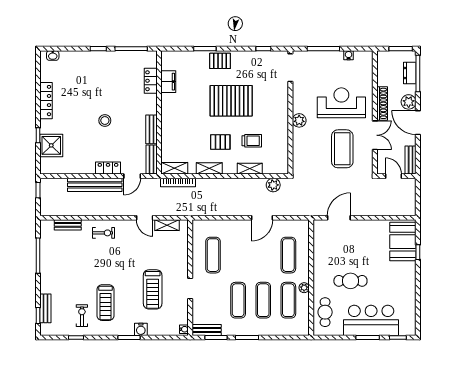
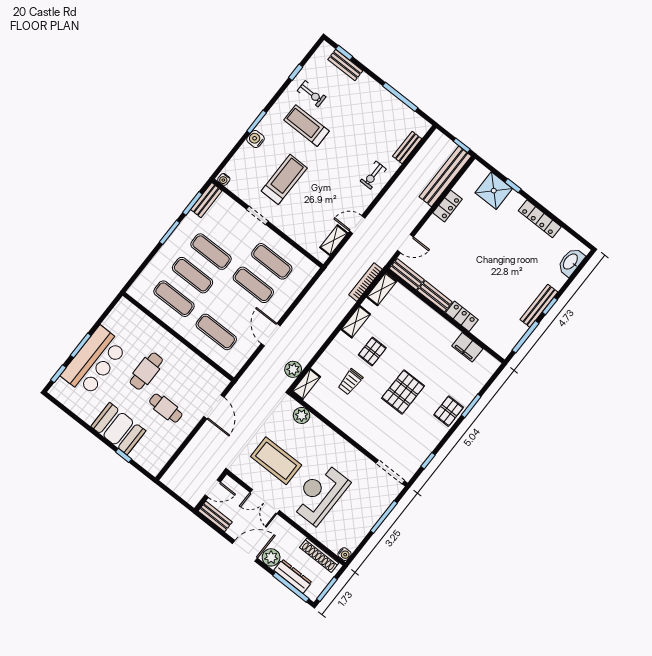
water cooler: (349, 55) -> (344, 554), moved
washbasin: (53, 56) -> (571, 262), width x1.91, depth x1.45
bench: (104, 56) -> (539, 306), added
dresser: (410, 73) -> (293, 576), width x1.44
locker: (151, 81) -> (462, 316), moved
pallet: (231, 101) -> (403, 392), width x0.73, depth x0.71
reception desk: (341, 103) -> (320, 494), turned 180
shoe rack: (382, 103) -> (319, 555), moved
plant: (299, 120) -> (302, 415), moved
stool: (105, 121) -> (478, 259), removed
locker: (108, 168) -> (448, 206), moved
shelving: (250, 169) -> (306, 384), moved
door: (132, 176) -> (405, 244), swing flipped
bench: (95, 185) -> (445, 176), moved
booth: (403, 242) -> (118, 429), moved
exercise mat: (238, 255) -> (253, 285), added
plant: (304, 288) -> (174, 323), removed
treadmill: (153, 289) -> (284, 179), turned 90
cafe table: (325, 312) -> (166, 408), moved

